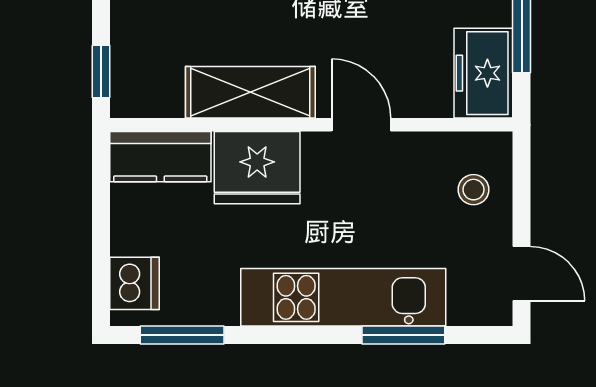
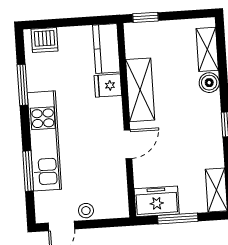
fridge: (257, 168) -> (108, 85), width x0.53, depth x0.75
stool: (473, 190) -> (86, 211), moved
window: (182, 335) -> (22, 85), moved

